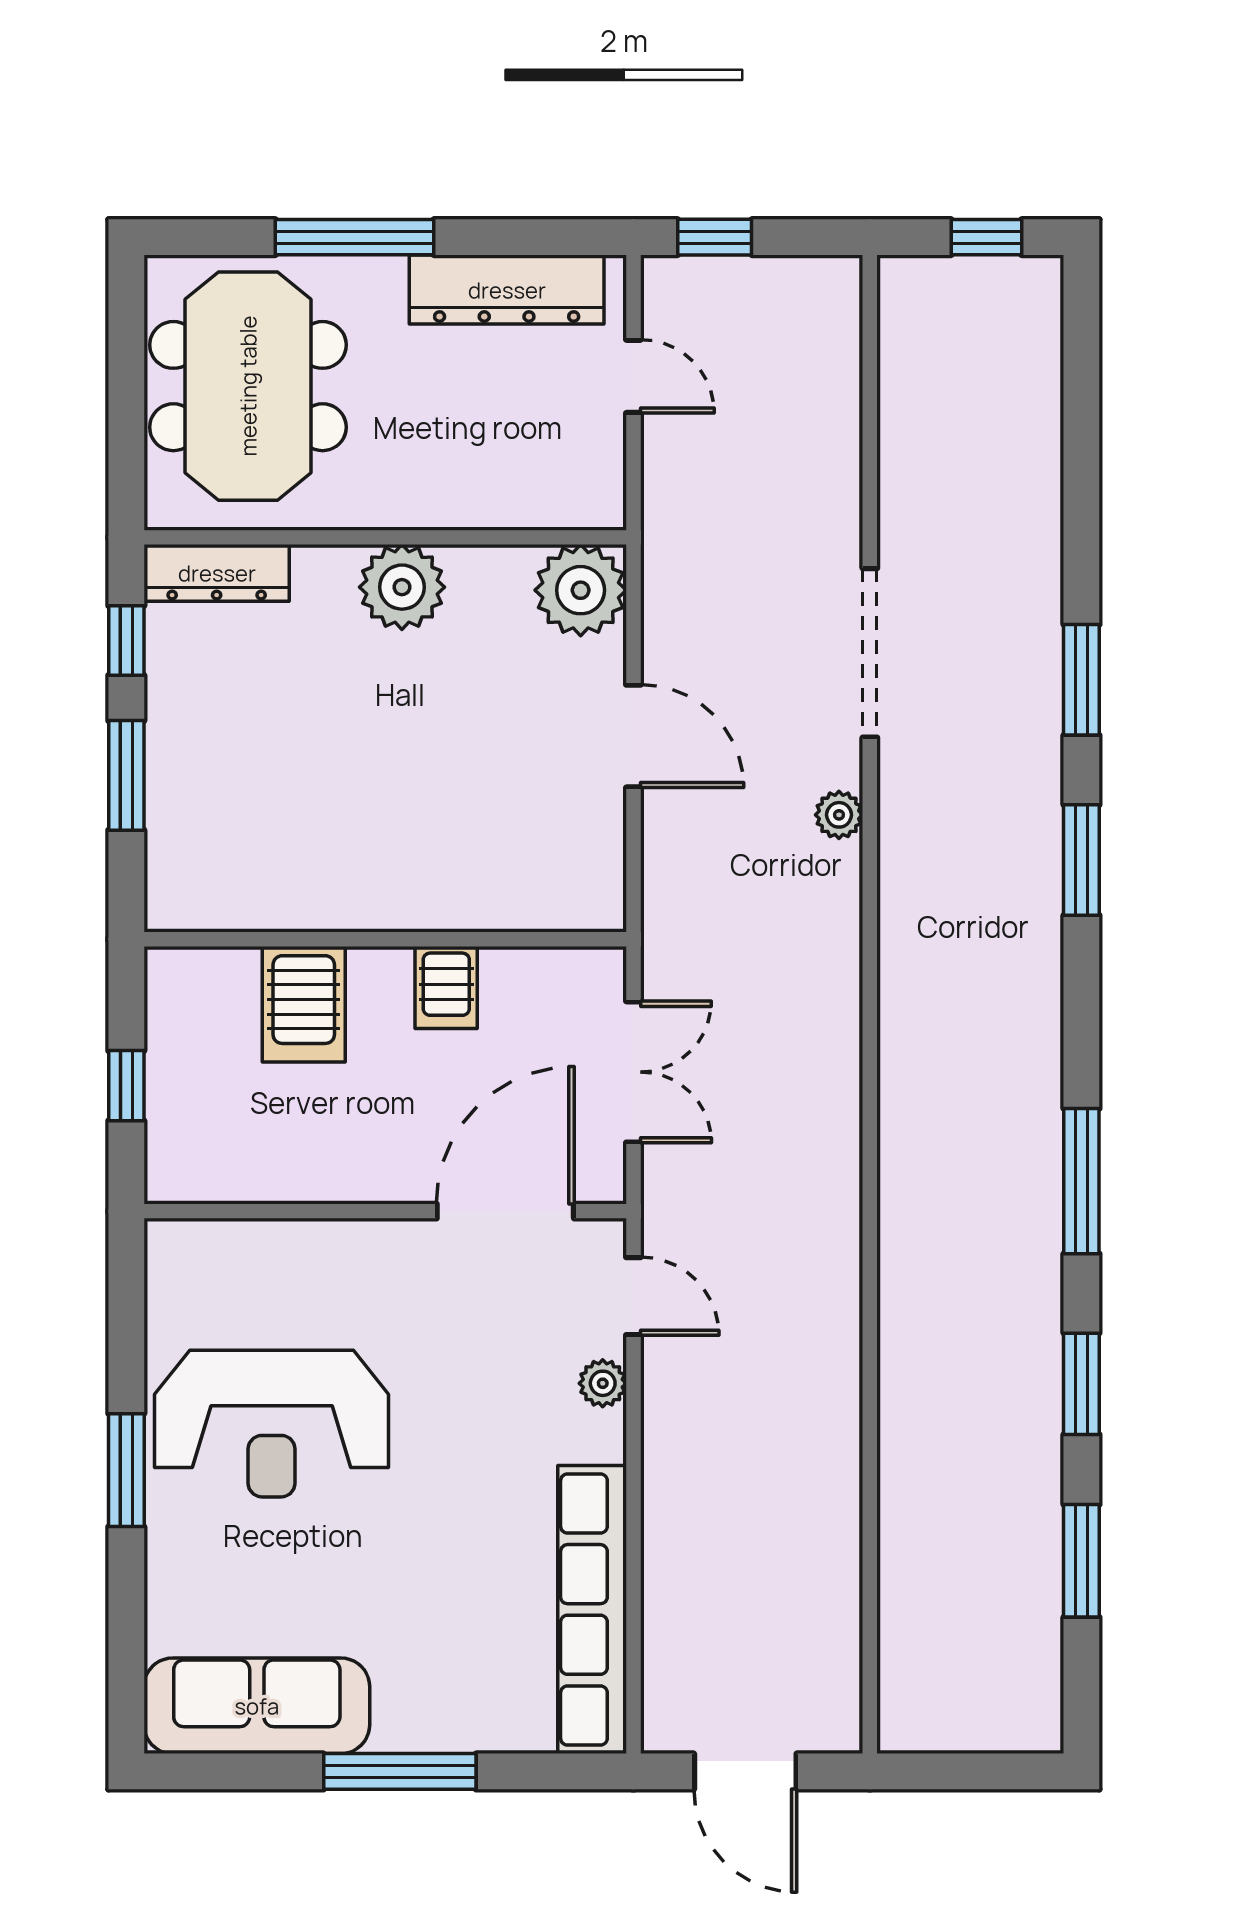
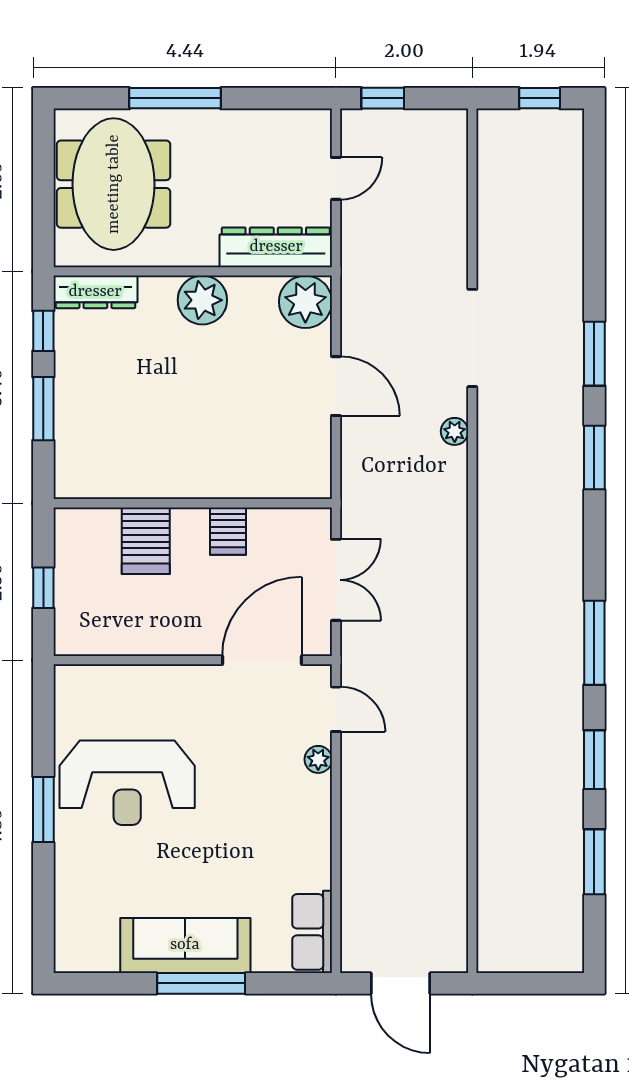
dresser: (507, 290) -> (276, 247), moved, turned 180
door: (633, 376) -> (336, 178), hinge flipped
row of seats: (592, 1609) -> (312, 932), width x0.50
sofa: (257, 1706) -> (185, 945), moved

